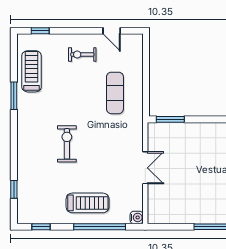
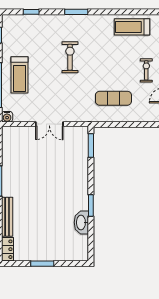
treadmill: (32, 71) -> (132, 27), turned 180
window: (14, 96) -> (76, 12), moved
exercise bike: (67, 144) -> (70, 57), turned -90

